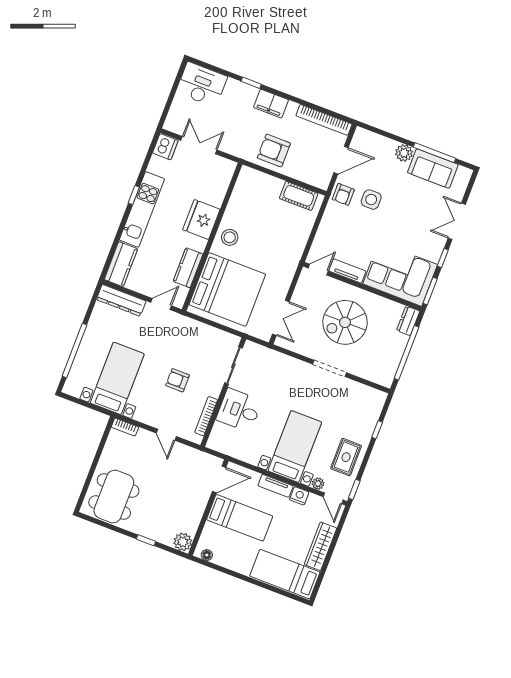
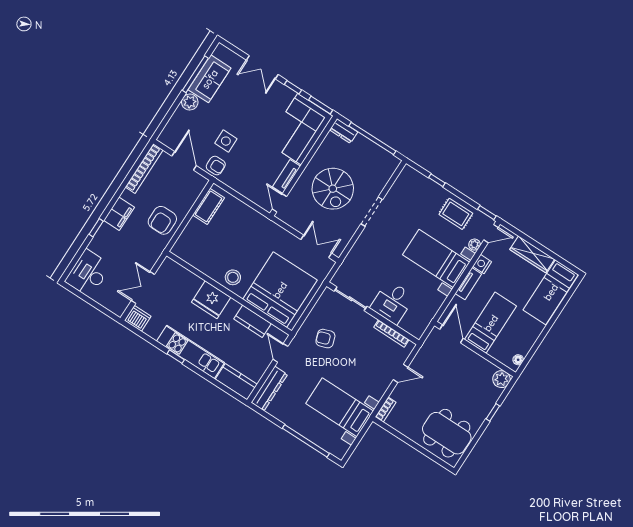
armchair: (178, 380) -> (325, 339), moved, turned 71

